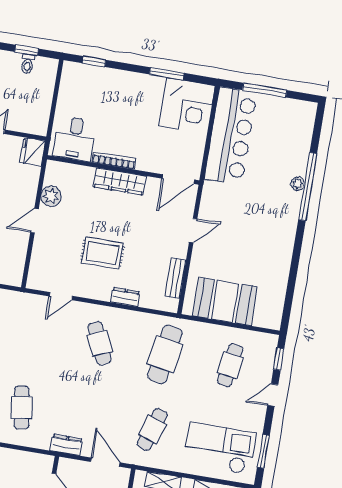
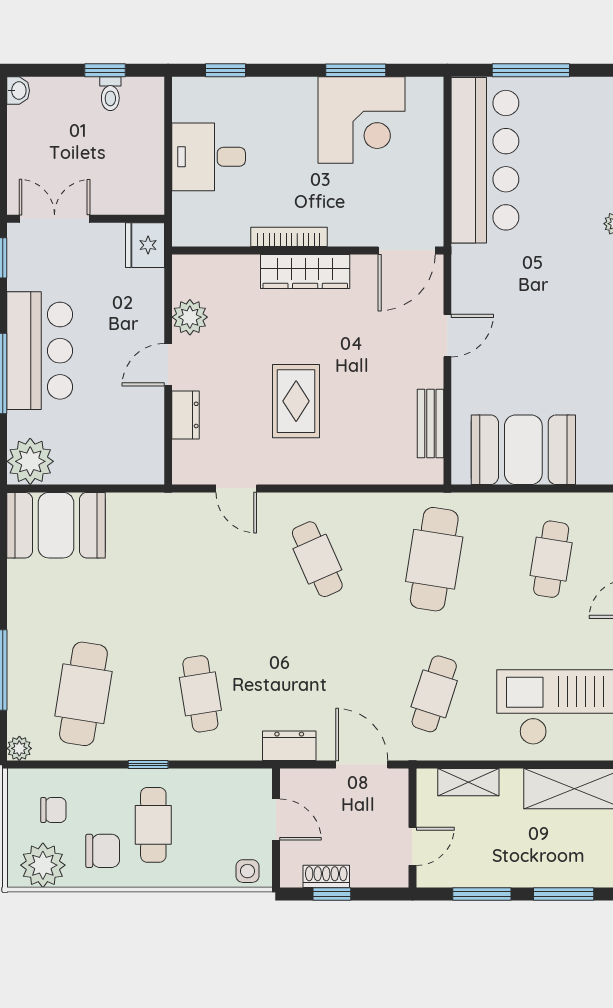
corner desk: (187, 106) -> (362, 120), moved
desk: (75, 139) -> (209, 157), moved, turned 90
rug: (102, 253) -> (296, 401), turned 90
door: (61, 296) -> (236, 488), hinge flipped
dresser: (125, 297) -> (186, 415), moved, turned 90

